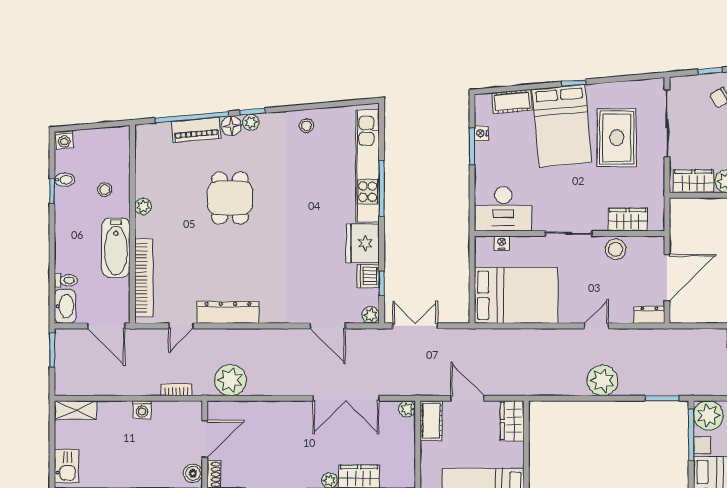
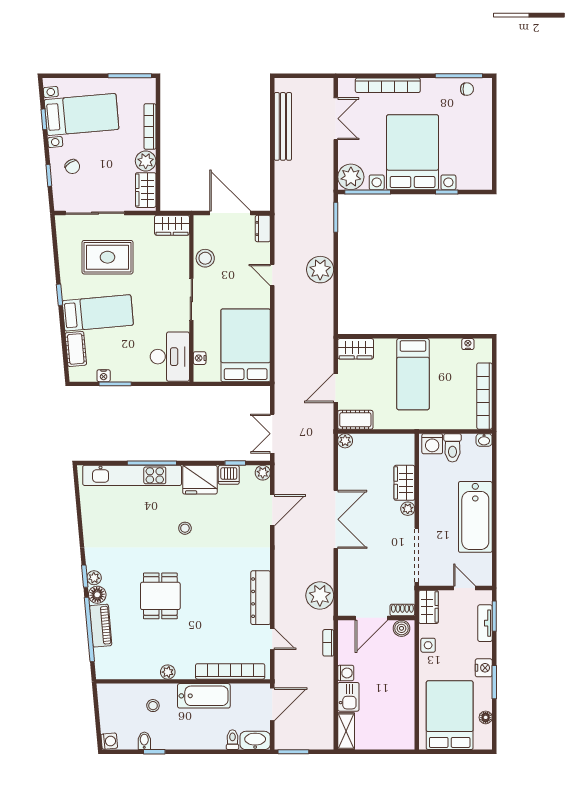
stool: (306, 126) -> (185, 528), moved
bed: (562, 126) -> (98, 313), width x0.67
dining table: (230, 198) -> (160, 596), turned 90
wardrobe: (628, 220) -> (172, 225), moved, turned -90
double door: (346, 398) -> (336, 519), moved
door: (205, 439) -> (371, 618), swing flipped
kitchen sink: (66, 466) -> (348, 697), moved, turned 90

